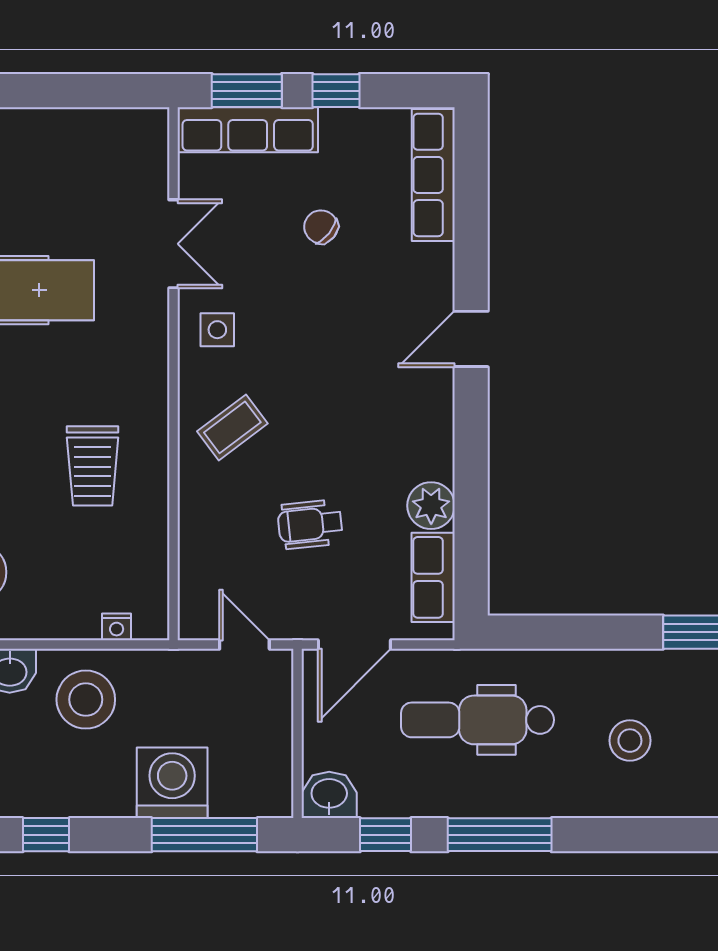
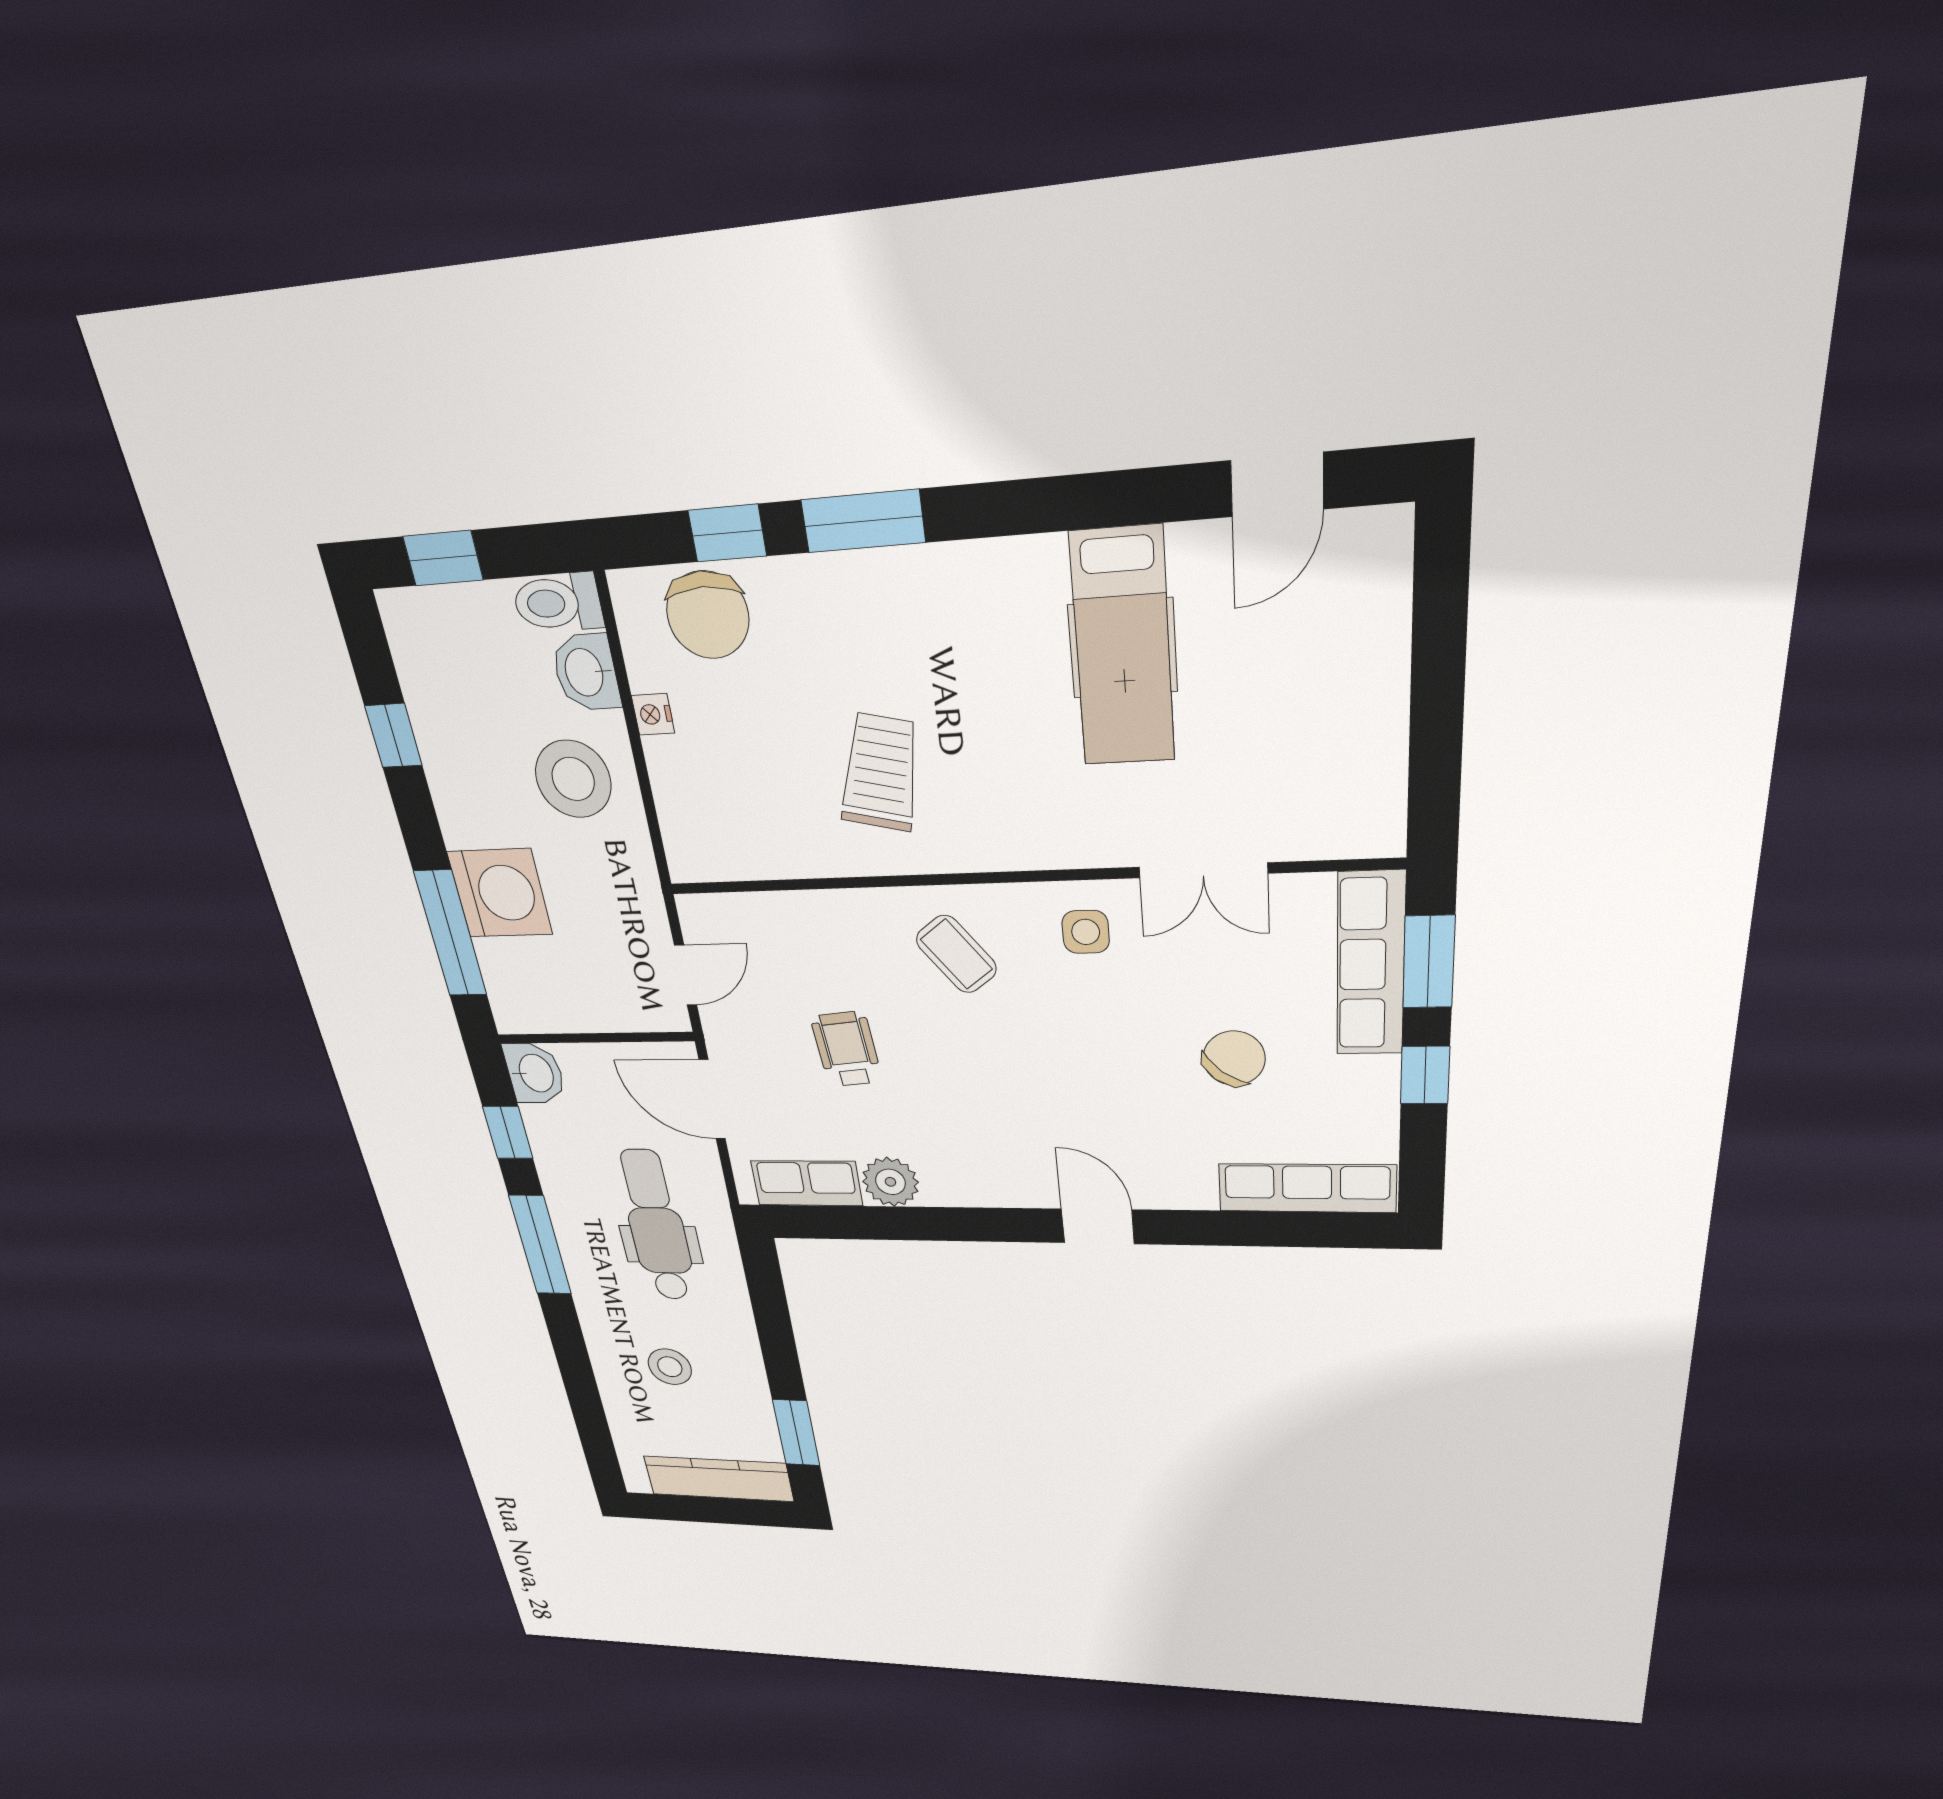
chair: (321, 227) -> (1234, 1058), width x1.37, depth x1.37
trolley: (93, 466) -> (881, 772), turned 103
nightstand: (117, 627) -> (653, 714), moved

